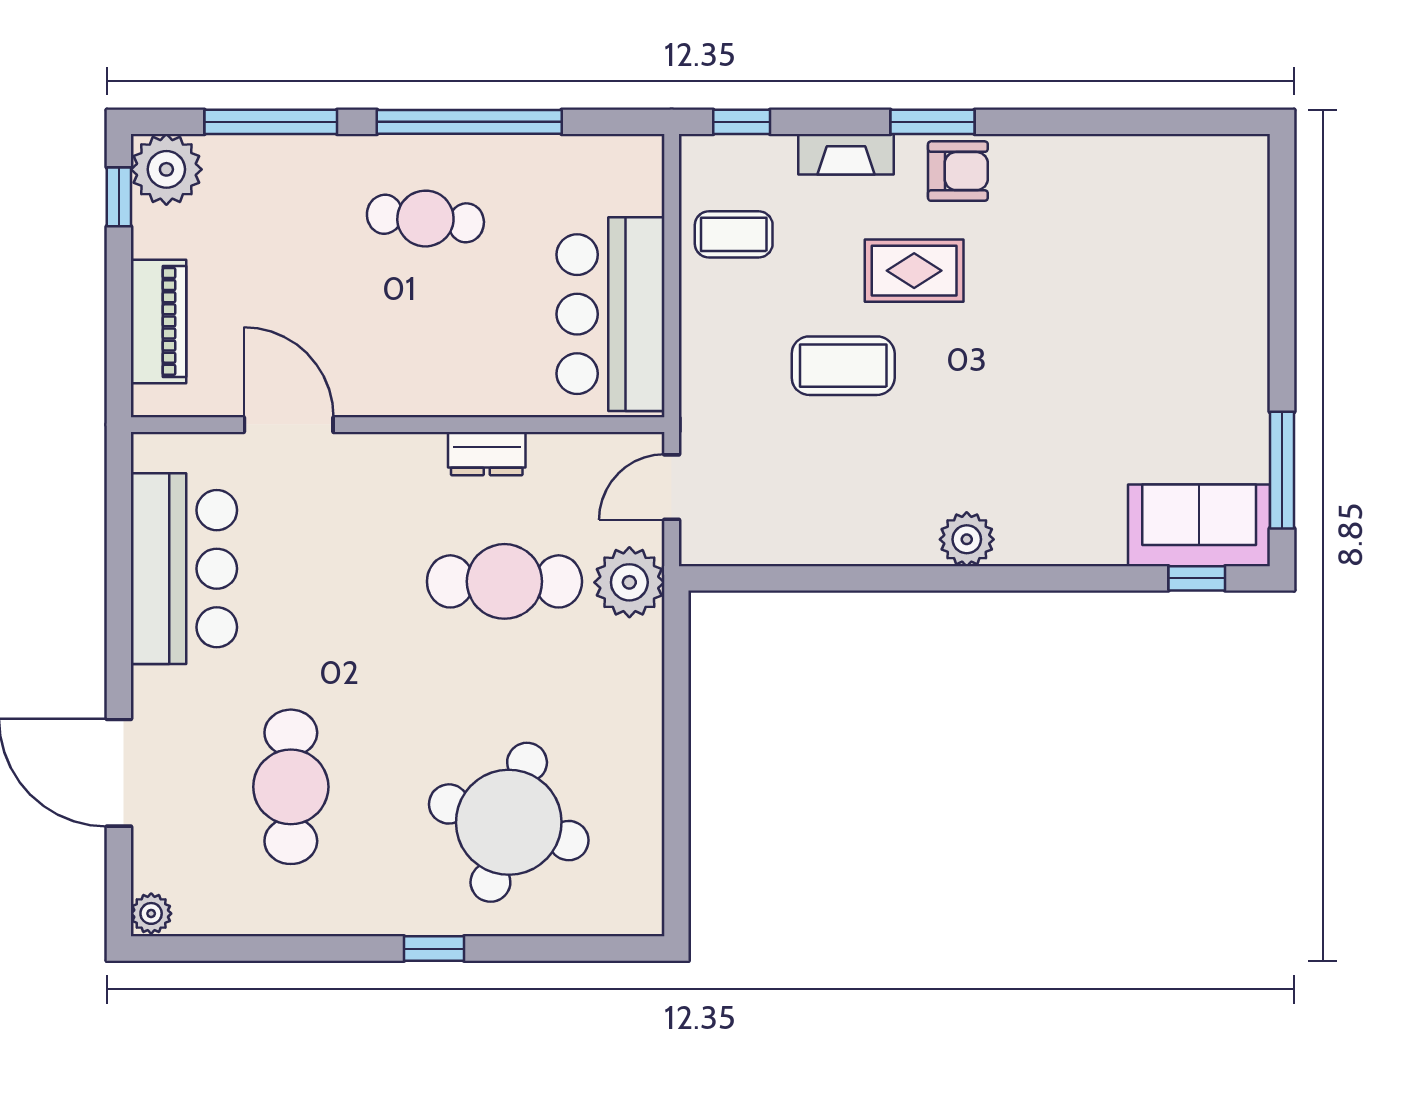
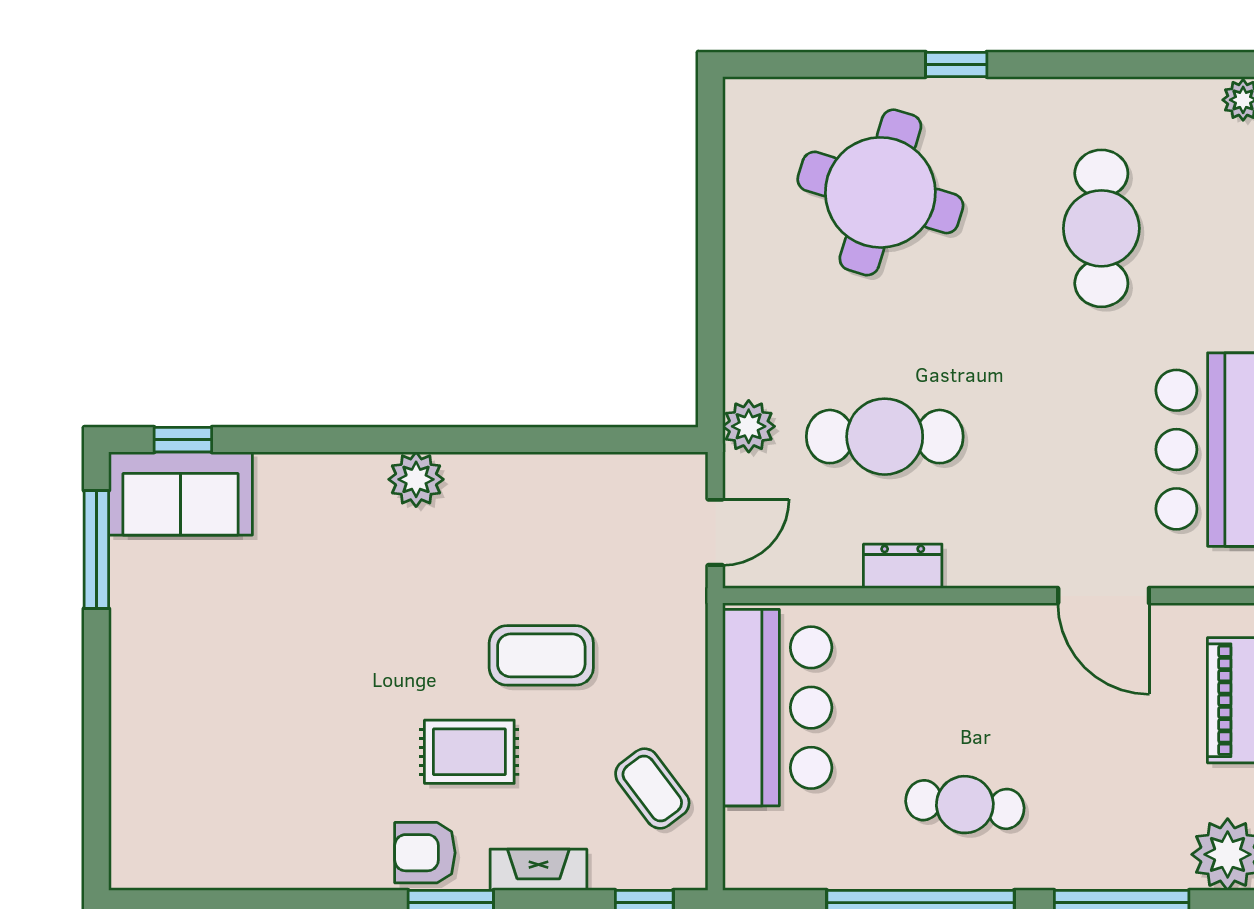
coffee table: (734, 234) -> (652, 789), turned 53
plant: (629, 582) -> (749, 426), width x0.73, depth x0.73

